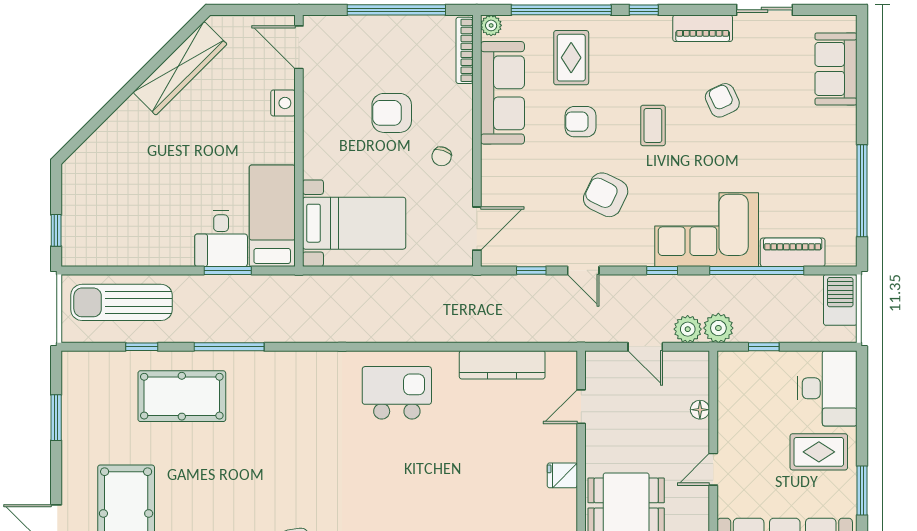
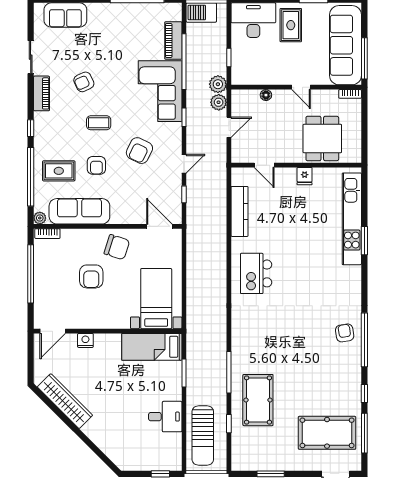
bookcase: (465, 50) -> (47, 234), width x0.64
chair: (442, 156) -> (117, 247), width x1.87, depth x1.87
desk: (221, 238) -> (165, 417), moved

